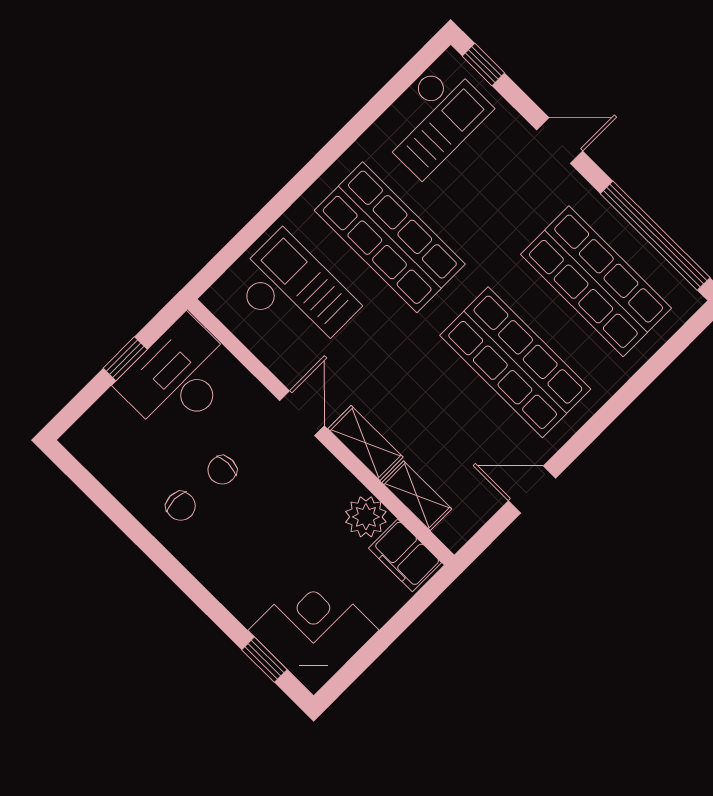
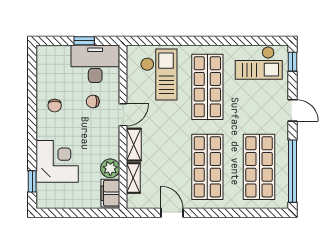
chair: (222, 470) -> (93, 101), moved
corner desk: (313, 630) -> (57, 161), moved

